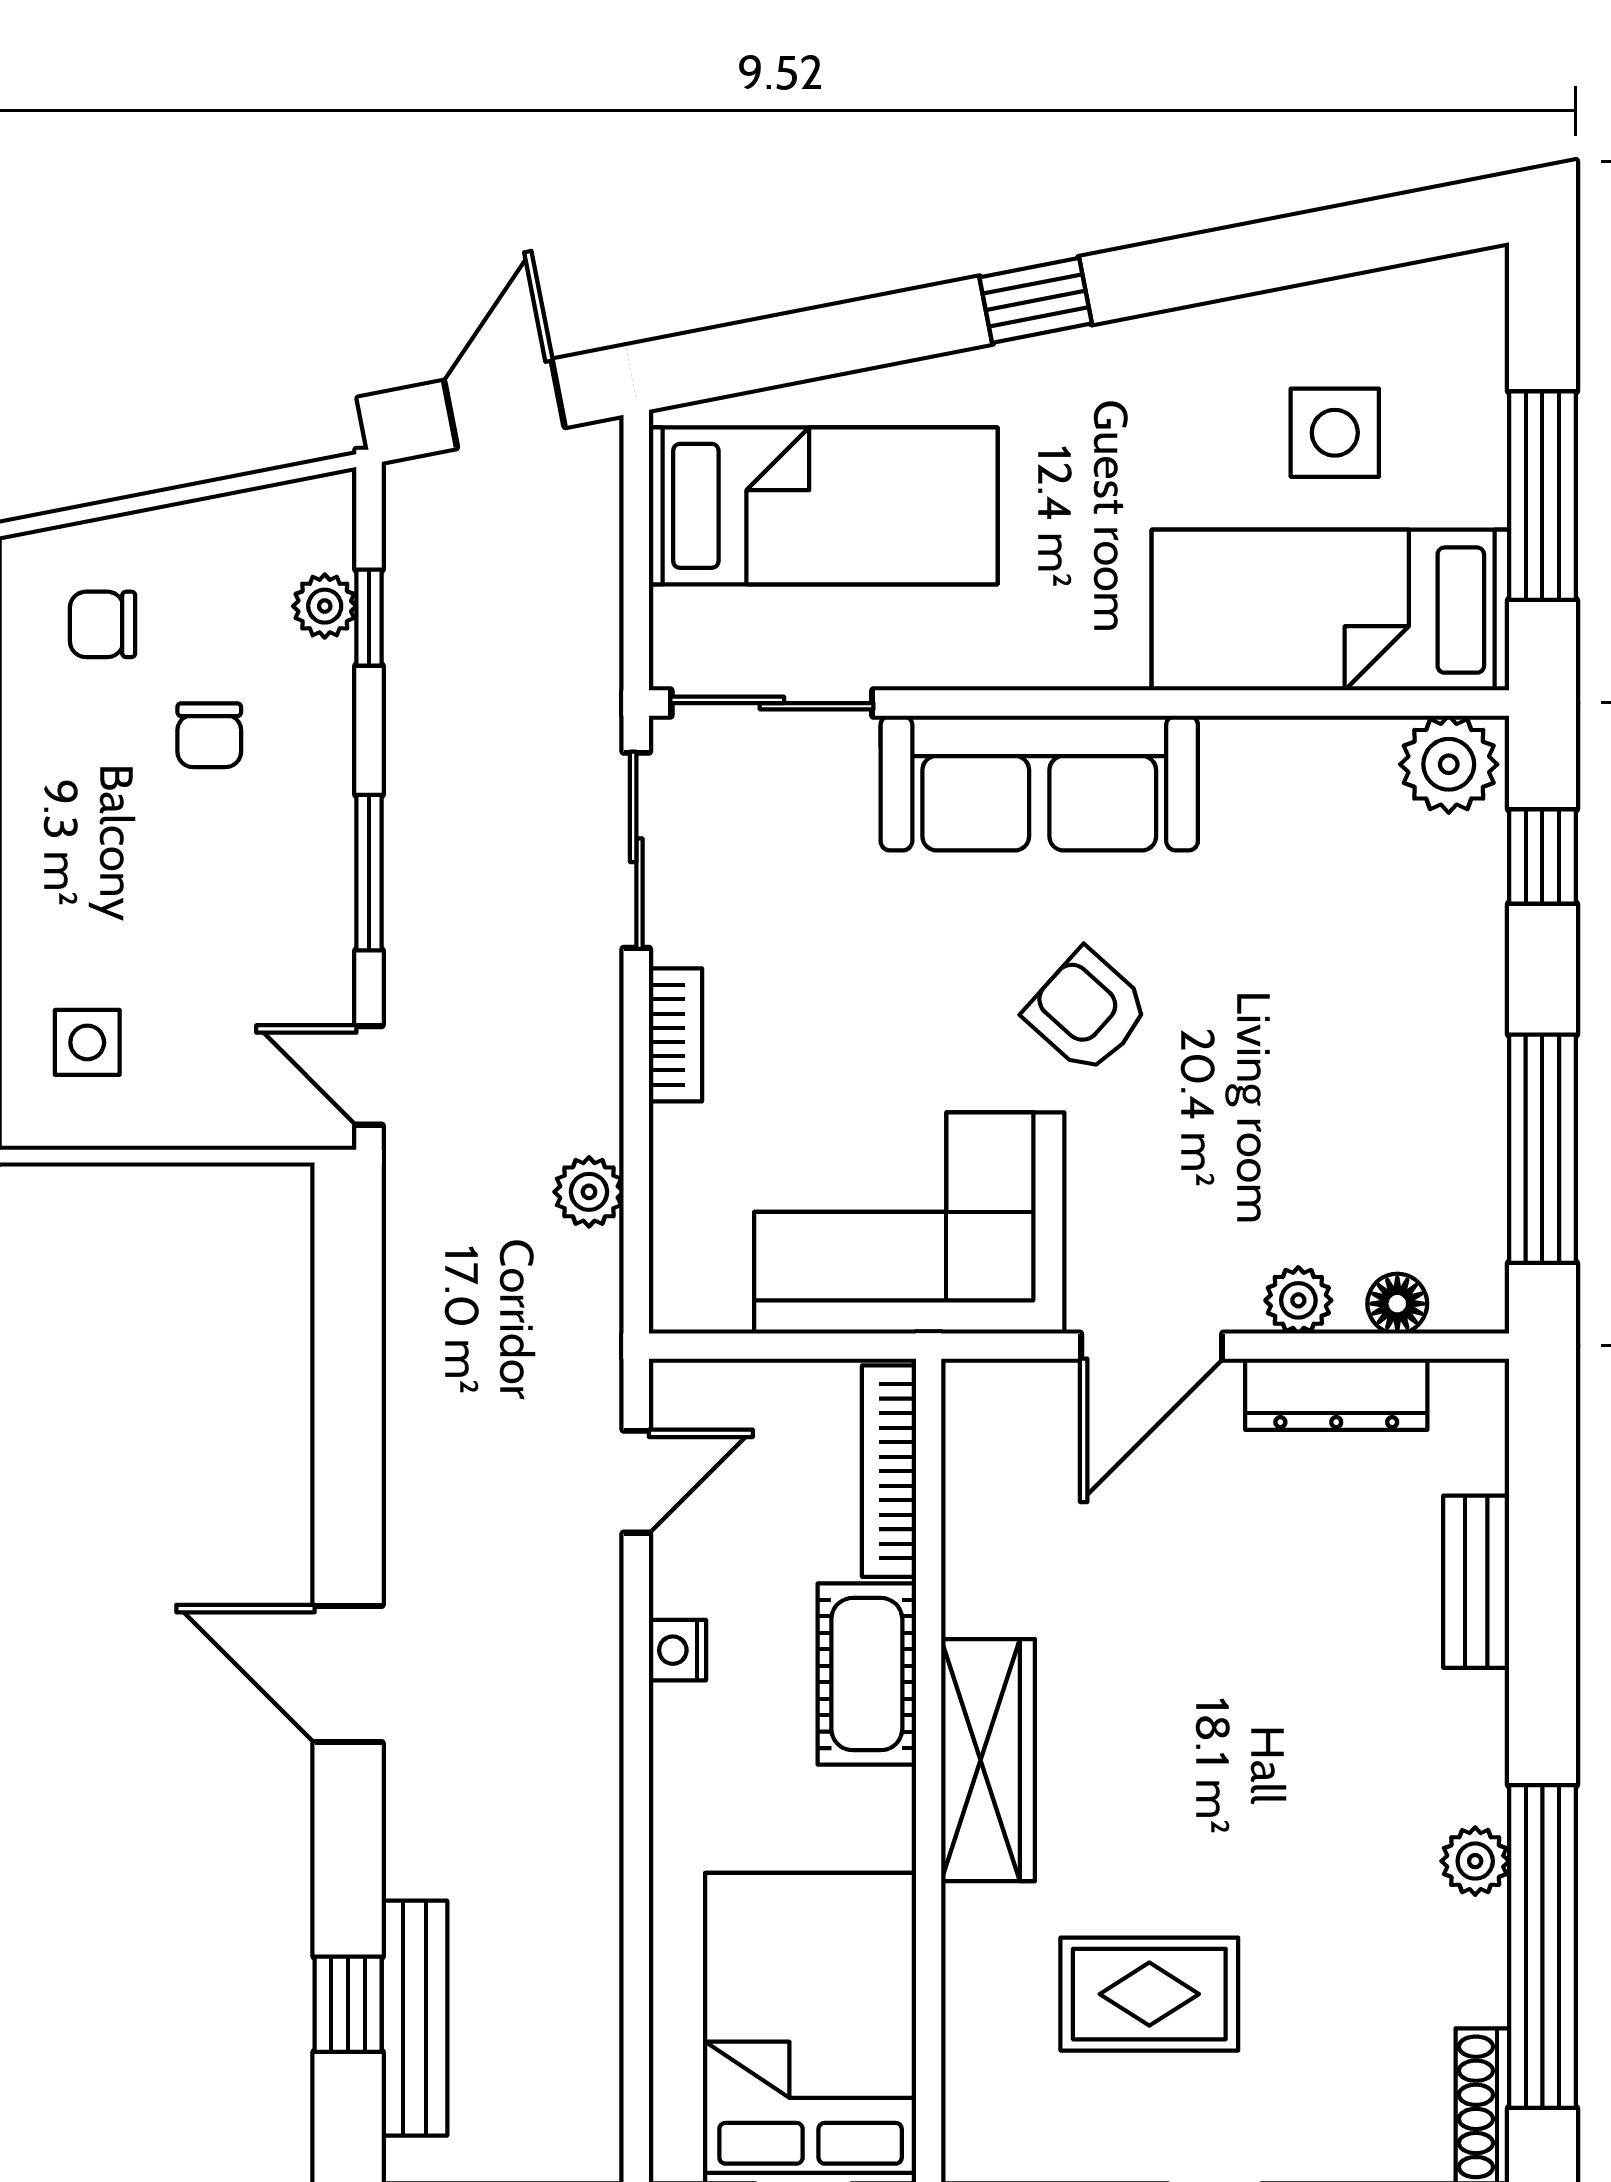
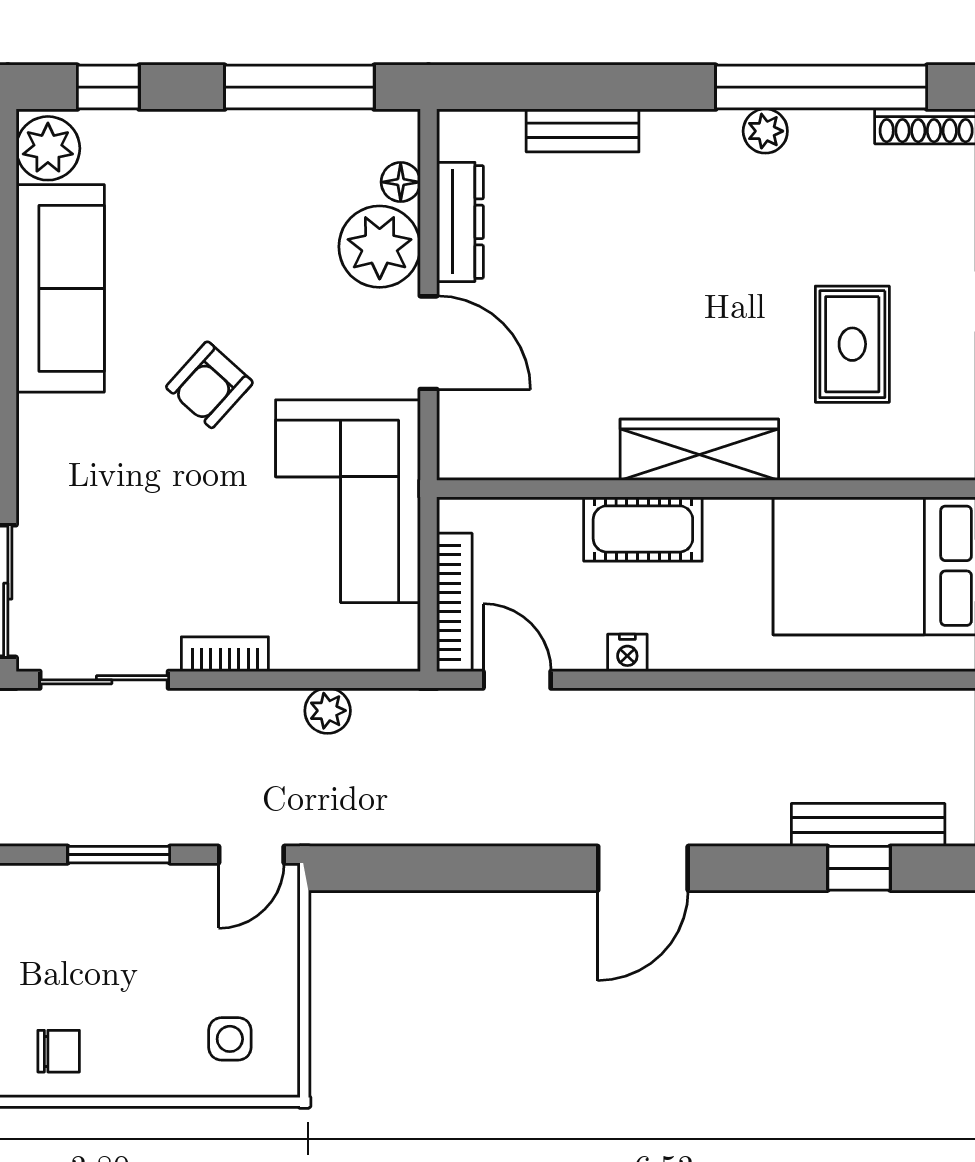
chair: (209, 735) -> (59, 1051), moved
sofa: (1039, 783) -> (60, 288), moved
plant: (1298, 1300) -> (380, 247), width x1.87, depth x1.87
bookcase: (889, 1471) -> (454, 602), moved, turned -90

